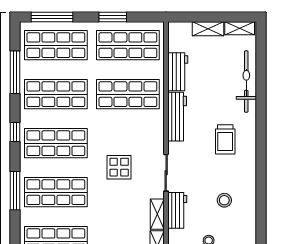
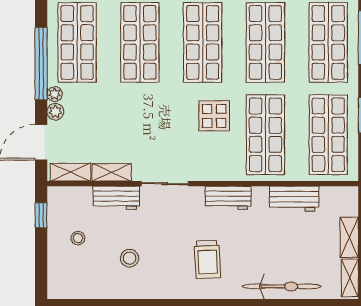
workbench: (177, 117) -> (228, 198), width x0.73
trolley: (225, 139) -> (207, 259), turned -93
display table: (119, 167) -> (214, 116), moved

